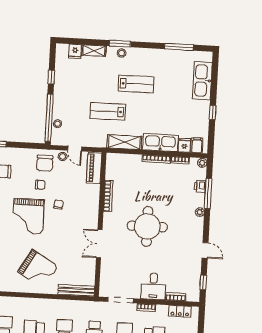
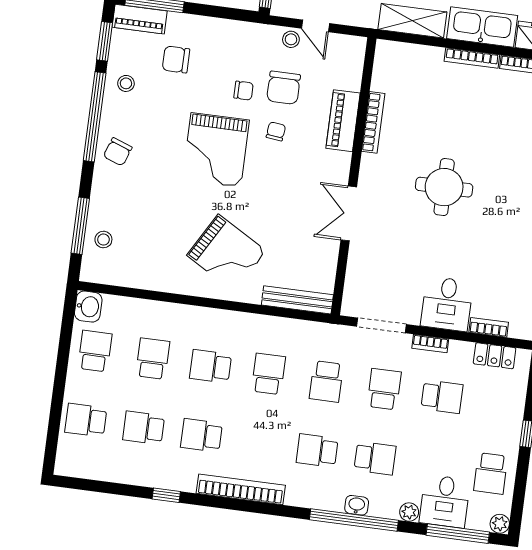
chair: (45, 163) -> (284, 88), moved
piano: (94, 168) -> (343, 121), moved
round table: (147, 226) -> (444, 187), width x0.73, depth x0.73

